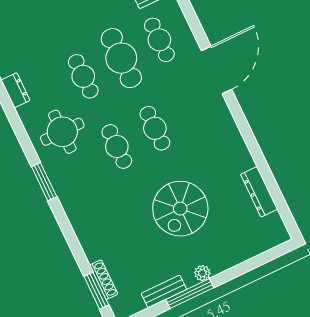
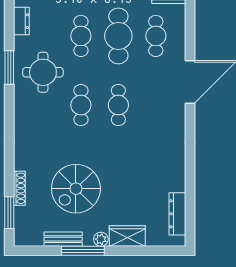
window: (44, 182) -> (9, 67), moved
dresser: (259, 192) -> (177, 214), moved
spiral stairs: (180, 209) -> (76, 189), moved
wardrobe: (228, 257) -> (127, 236), added
shoe rack: (104, 280) -> (19, 188), moved

